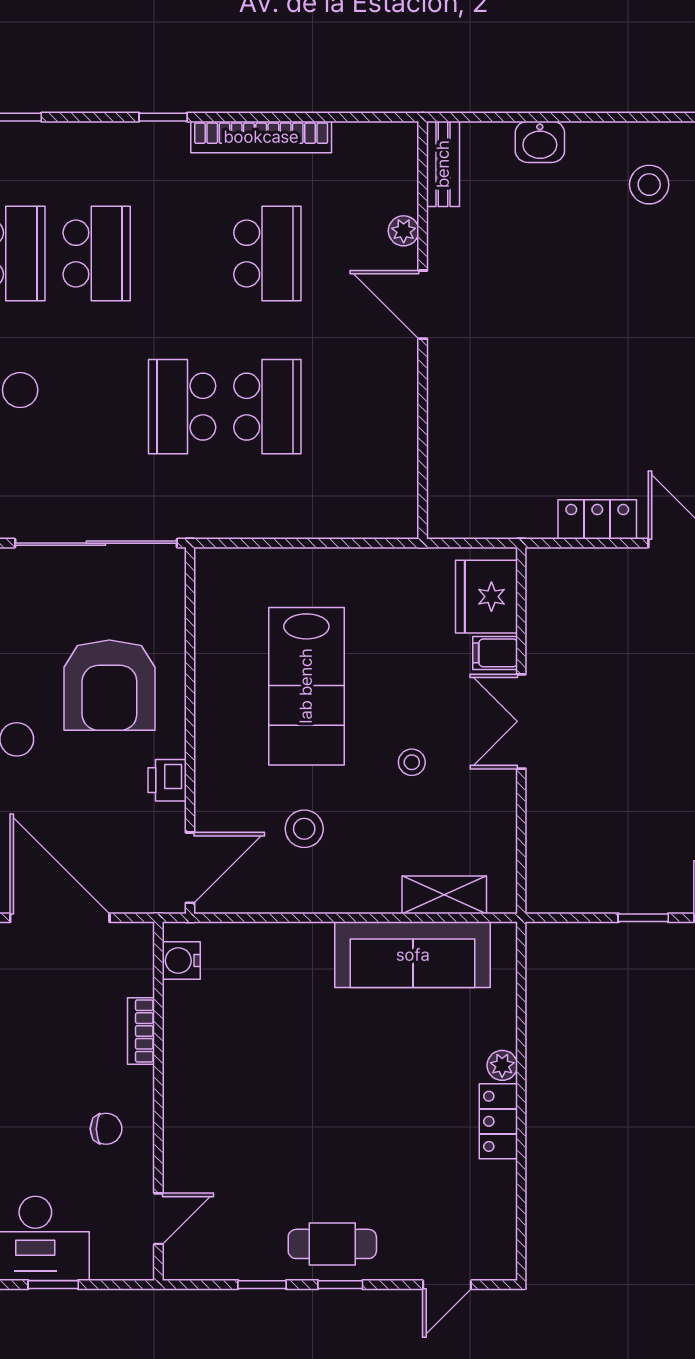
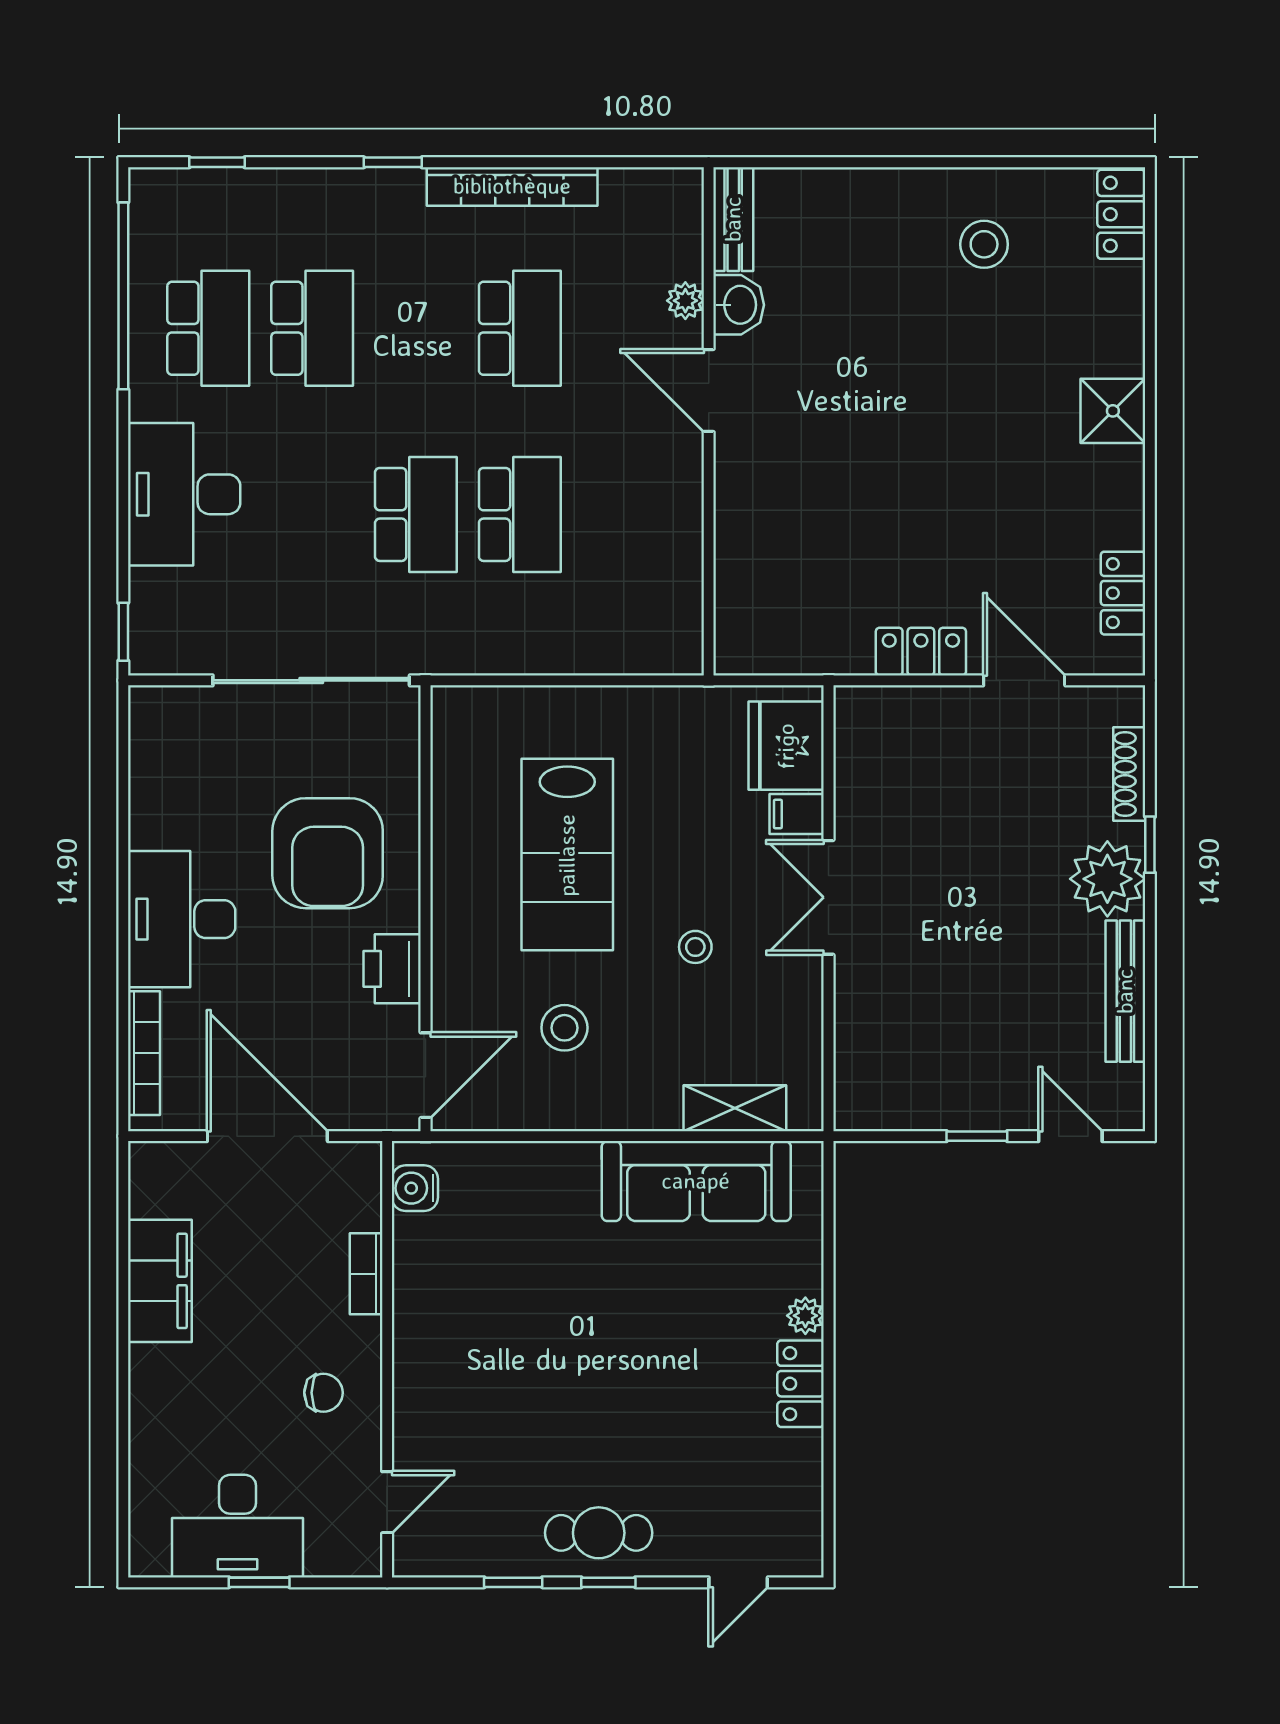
washbasin: (540, 142) -> (739, 305), moved, turned -90
school desk: (182, 407) -> (416, 514), turned 180
printer: (167, 780) -> (392, 969), width x1.36, depth x1.24

